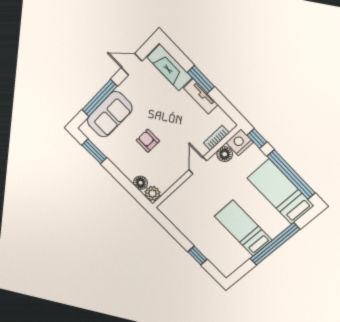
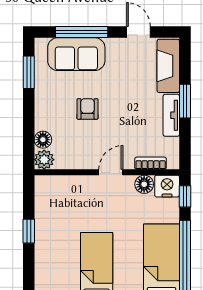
window: (197, 255) -> (29, 231), moved

